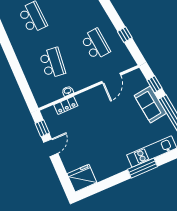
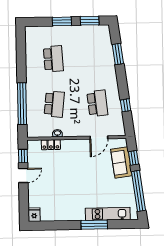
window: (20, 76) -> (22, 104), added
sofa: (150, 104) -> (121, 162), moved
fridge: (82, 178) -> (34, 215), width x0.53, depth x0.75

